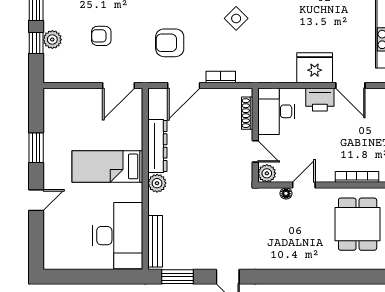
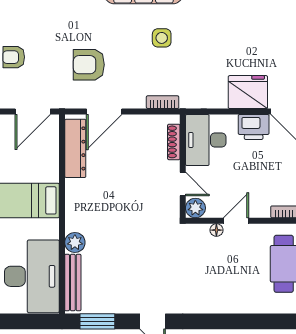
side table: (236, 18) -> (162, 38), turned 45
bookcase: (221, 77) -> (163, 102), moved
dresser: (157, 146) -> (75, 148), moved
plant: (157, 183) -> (75, 242), moved

